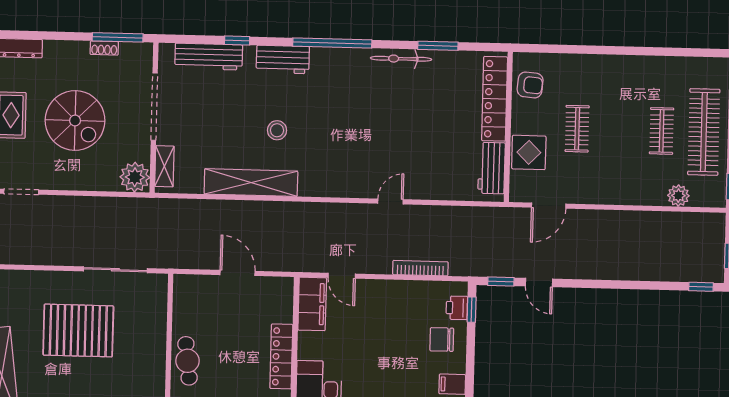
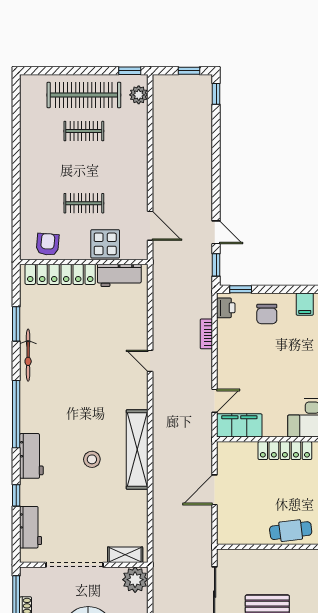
workbench: (209, 57) -> (31, 527), width x0.73
shelving: (251, 183) -> (137, 449), moved
plant: (678, 196) -> (139, 95), moved
bookcase: (420, 268) -> (206, 334), width x0.64
door: (539, 283) -> (216, 232), hinge flipped
printer: (457, 308) -> (226, 308), moved, turned -90

